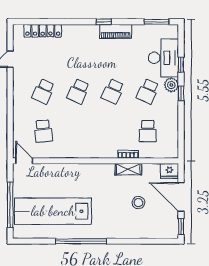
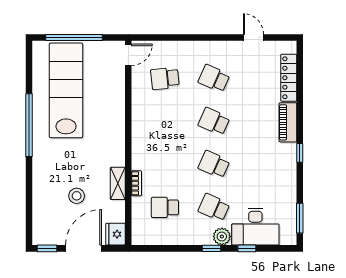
piano: (116, 31) -> (288, 122), moved

